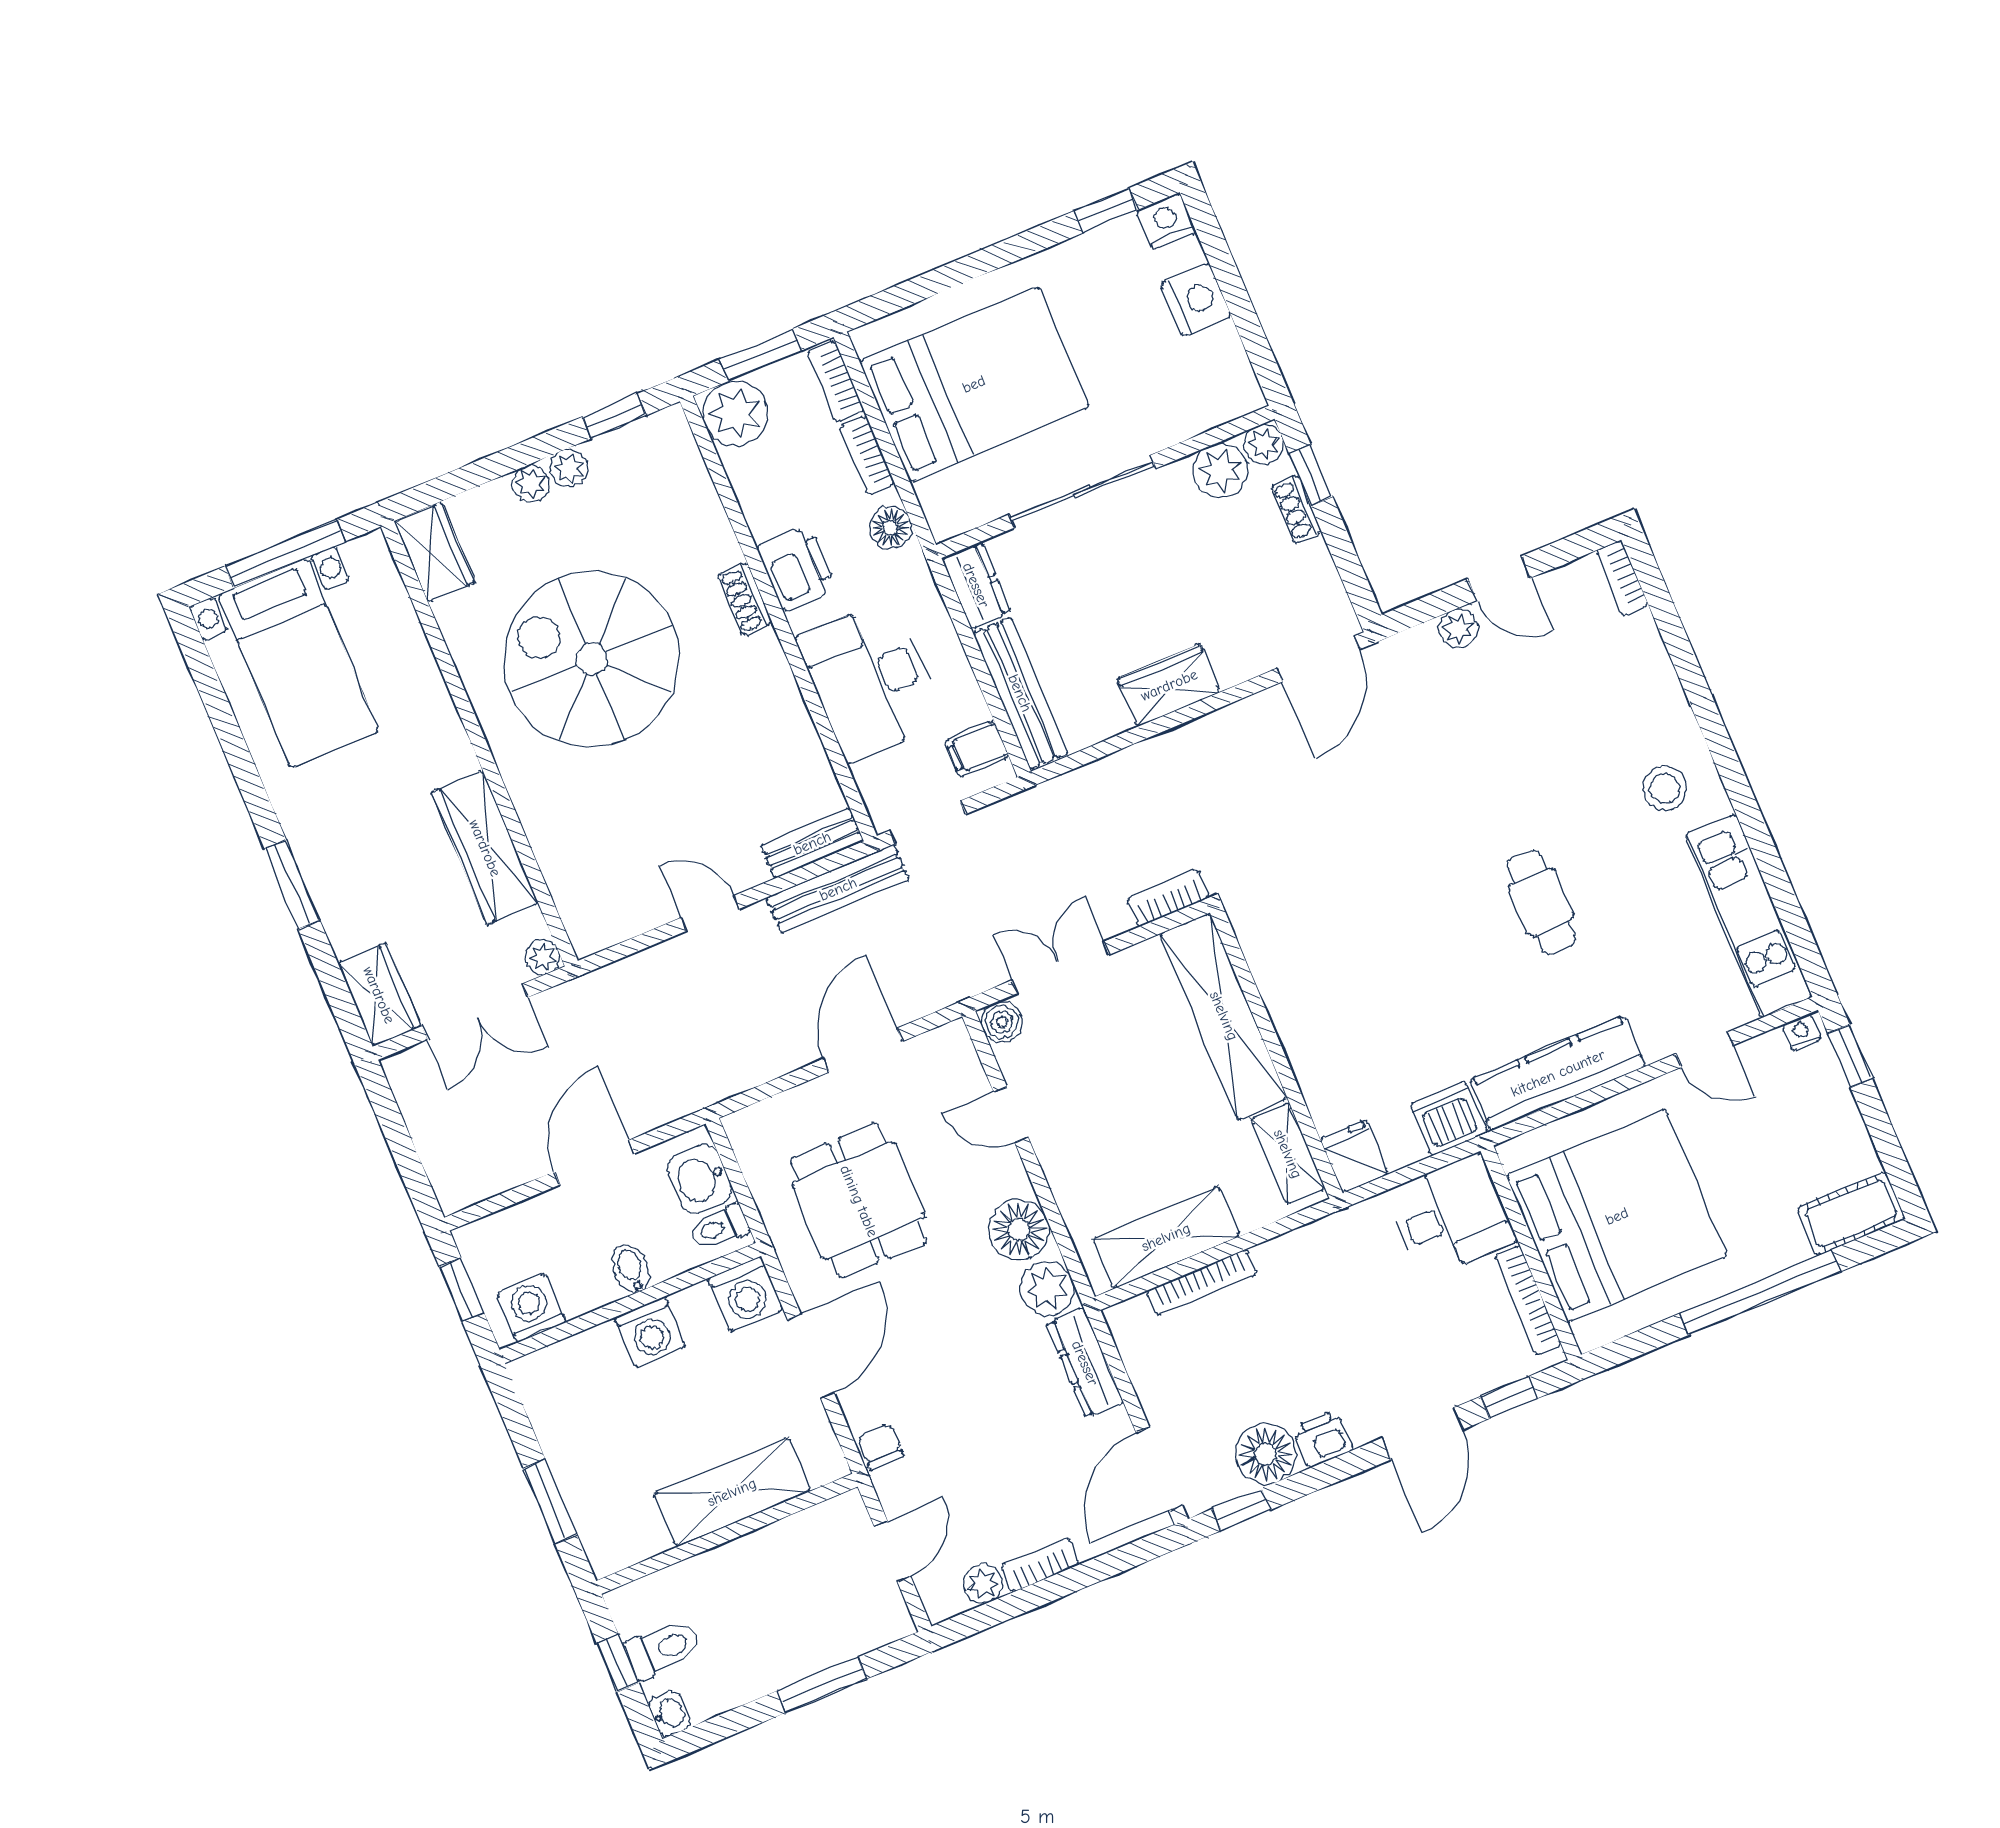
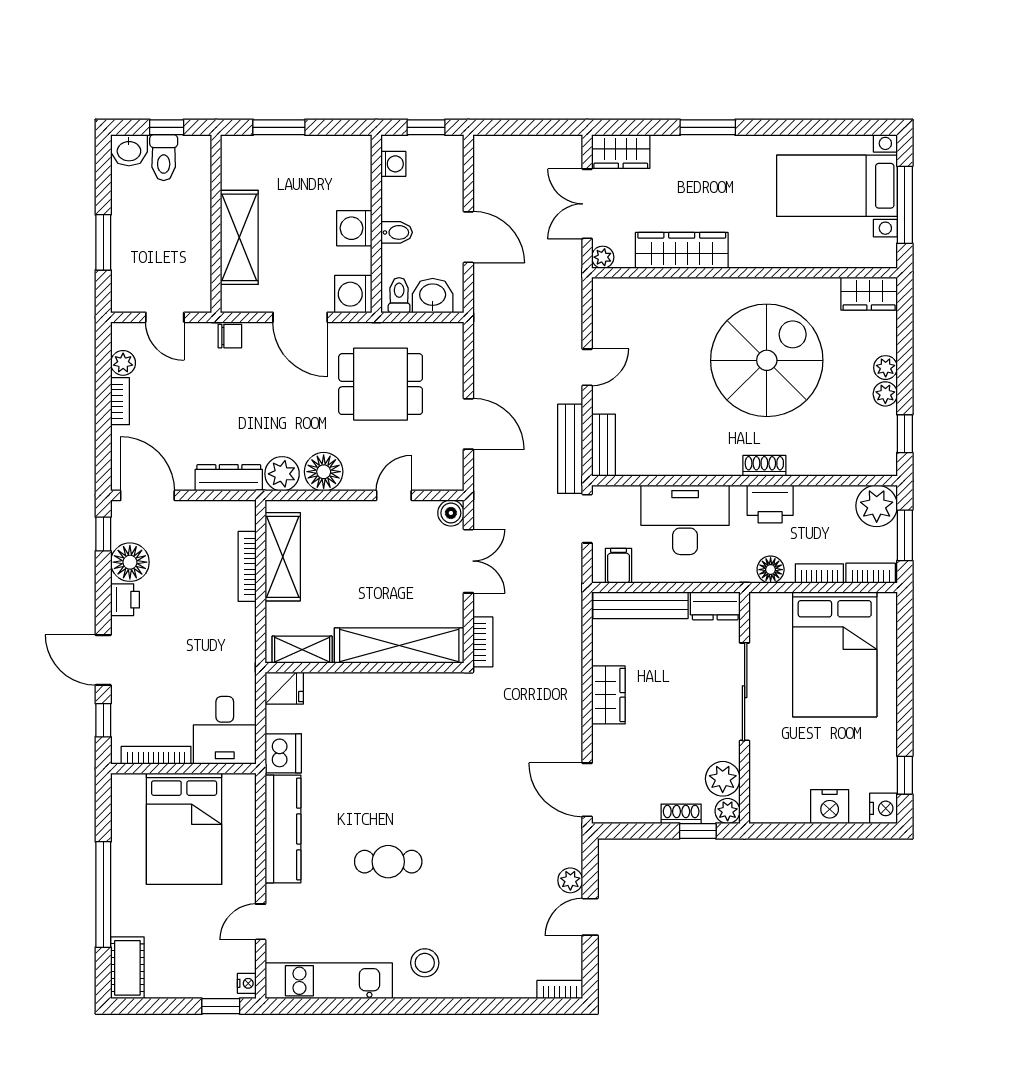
bed: (1617, 1216) -> (184, 829), width x0.73
washing machine: (531, 1308) -> (393, 164), width x0.73, depth x0.73
washbasin: (670, 1714) -> (129, 150), width x1.38, depth x1.45

